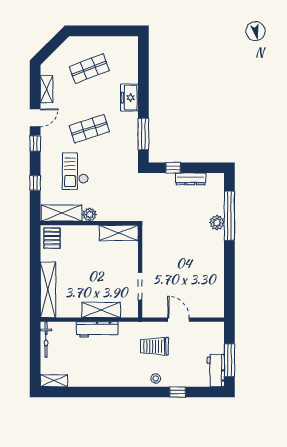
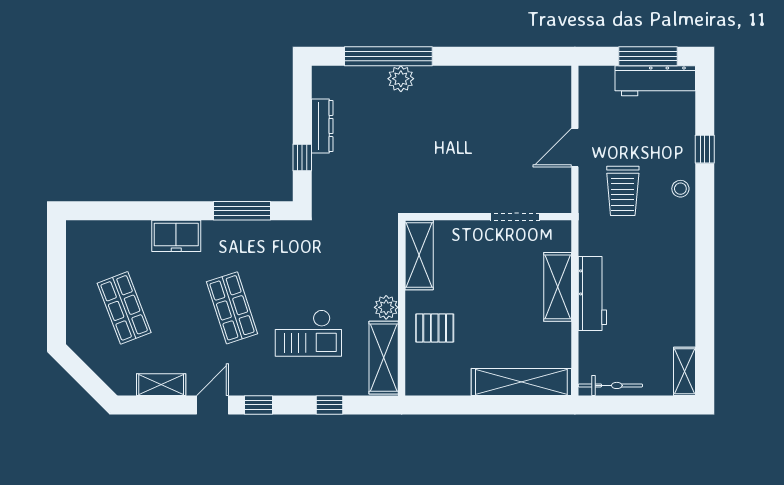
door: (35, 118) -> (212, 405), hinge flipped
pallet: (52, 238) -> (435, 328), moved
workbench: (216, 371) -> (655, 81), width x1.38

